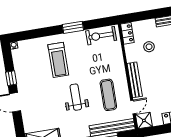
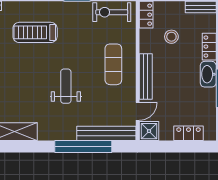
treadmill: (58, 60) -> (35, 32), moved, turned 90
exercise mat: (108, 95) -> (113, 64), moved

